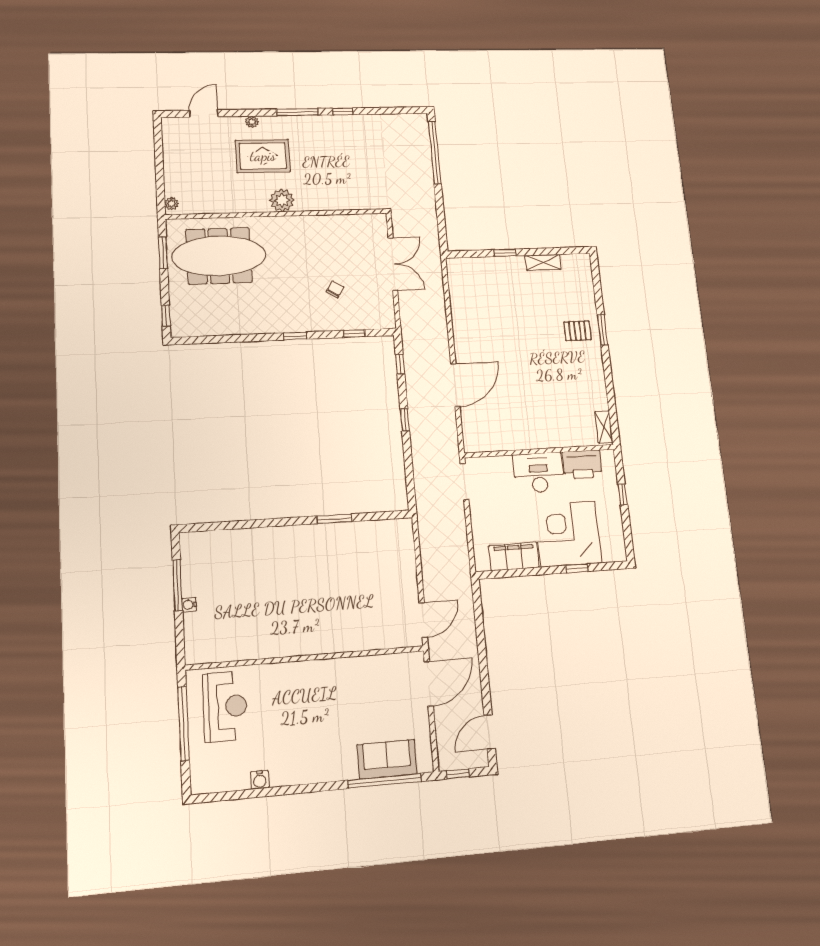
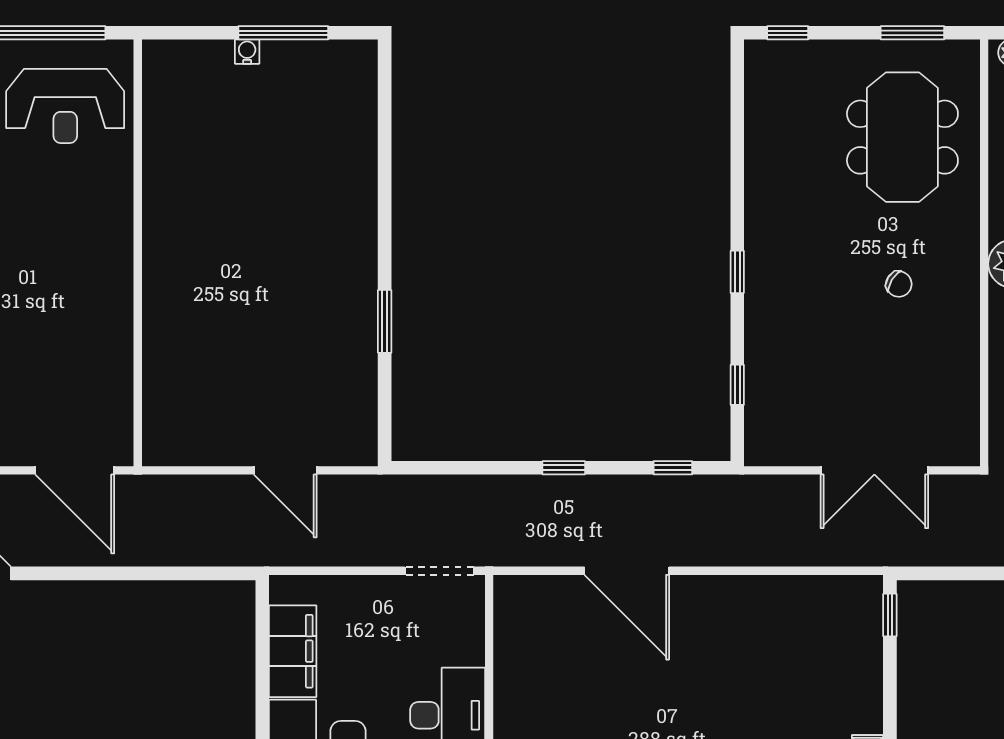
window: (505, 253) -> (890, 615), moved
meeting table: (219, 256) -> (902, 137), width x0.73
chair: (335, 289) -> (899, 284), moved
door: (423, 620) -> (285, 470), moved

